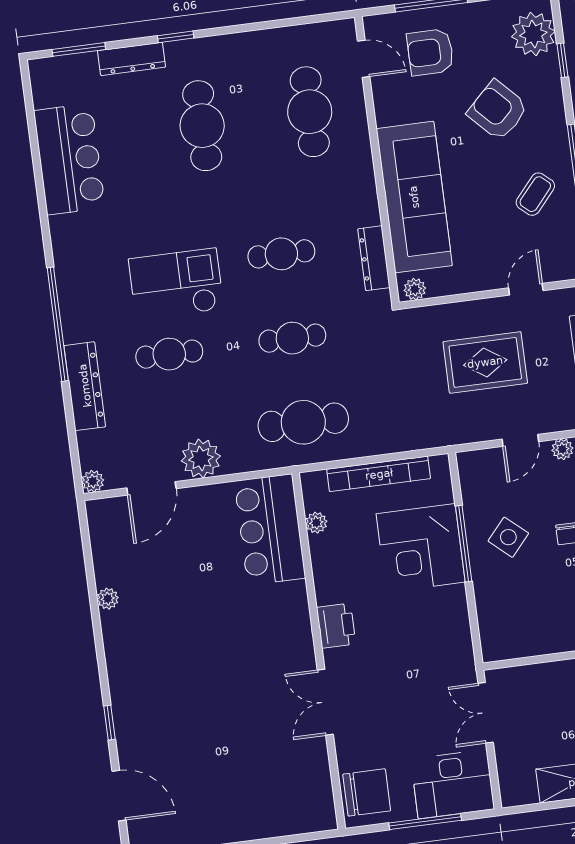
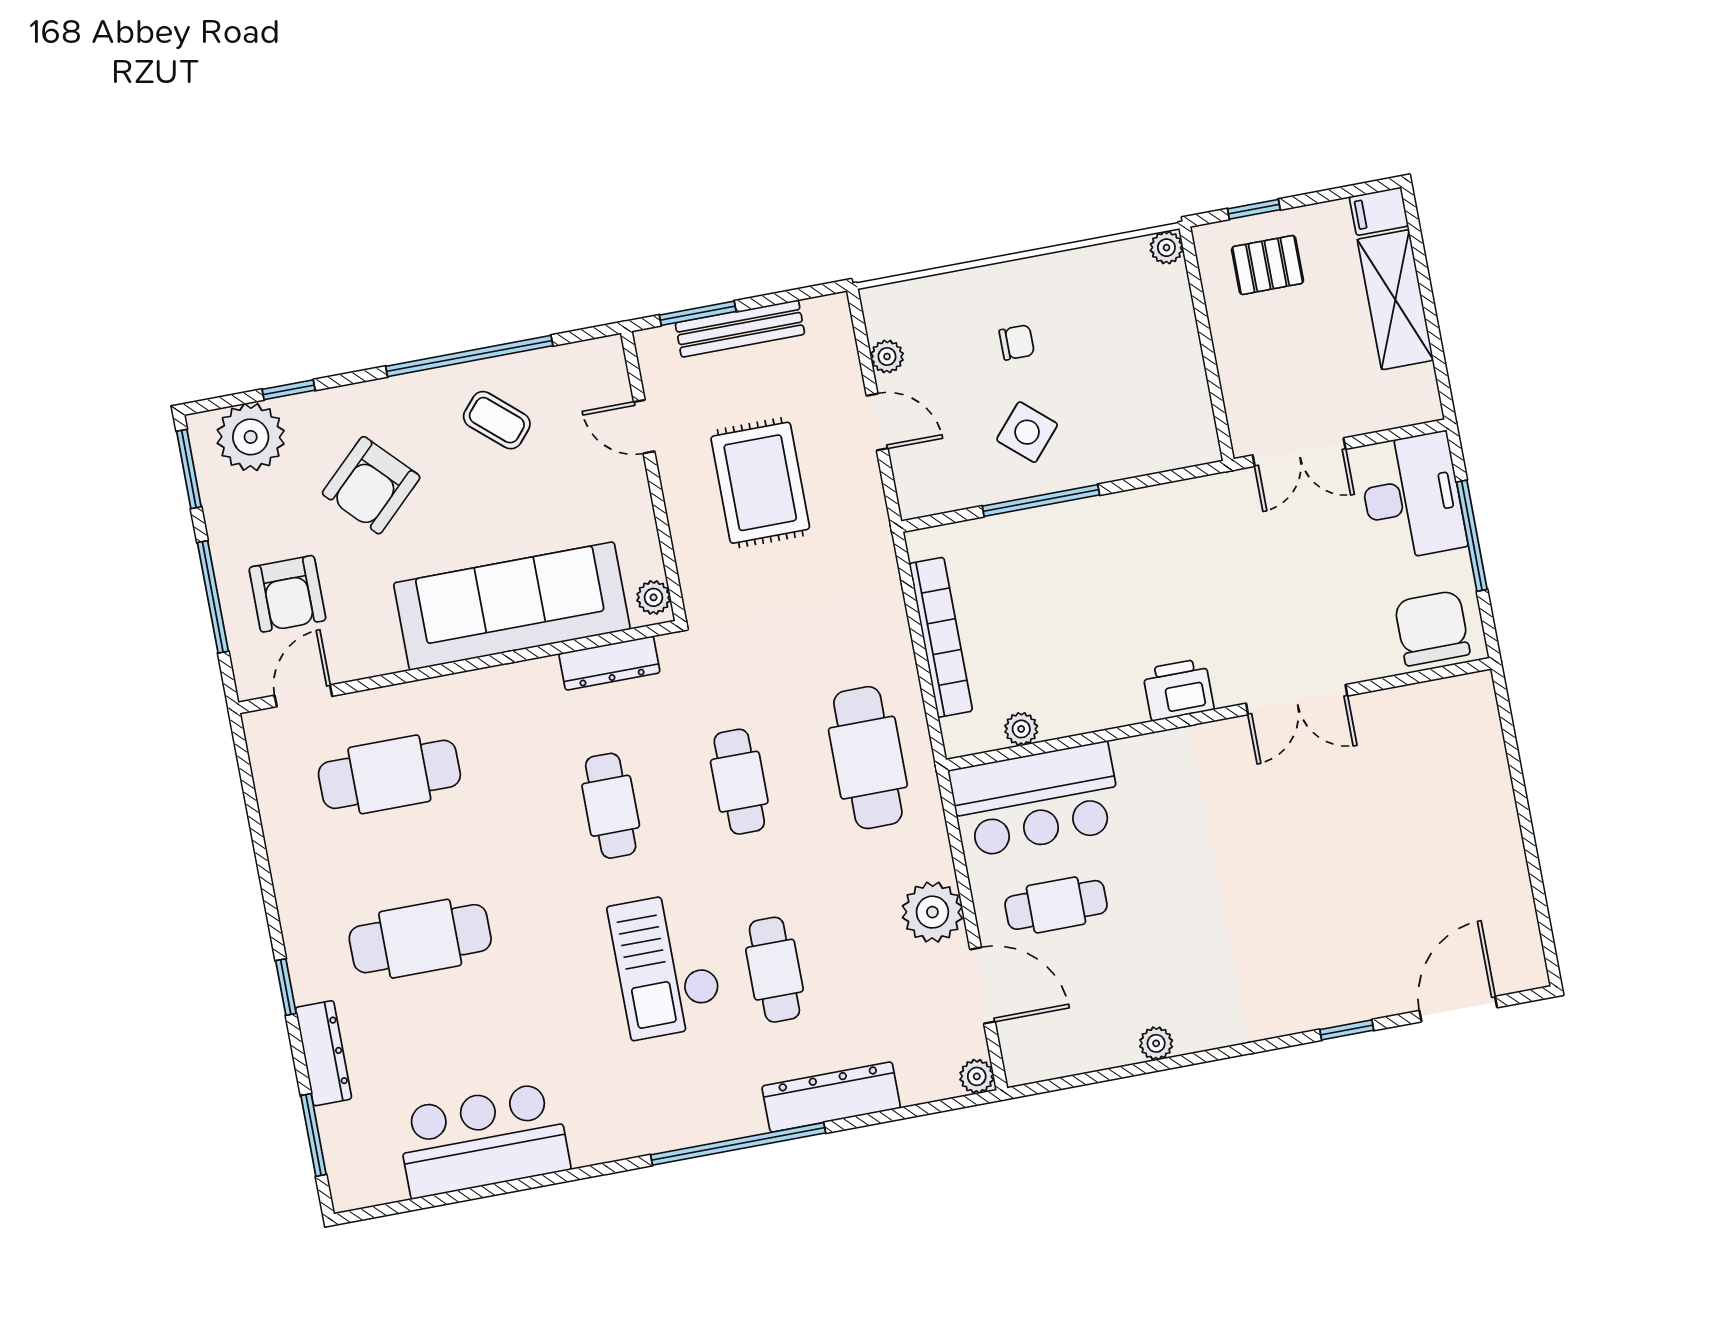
cafe table: (201, 539) -> (1056, 905), added
corner desk: (421, 548) -> (1051, 566), removed

